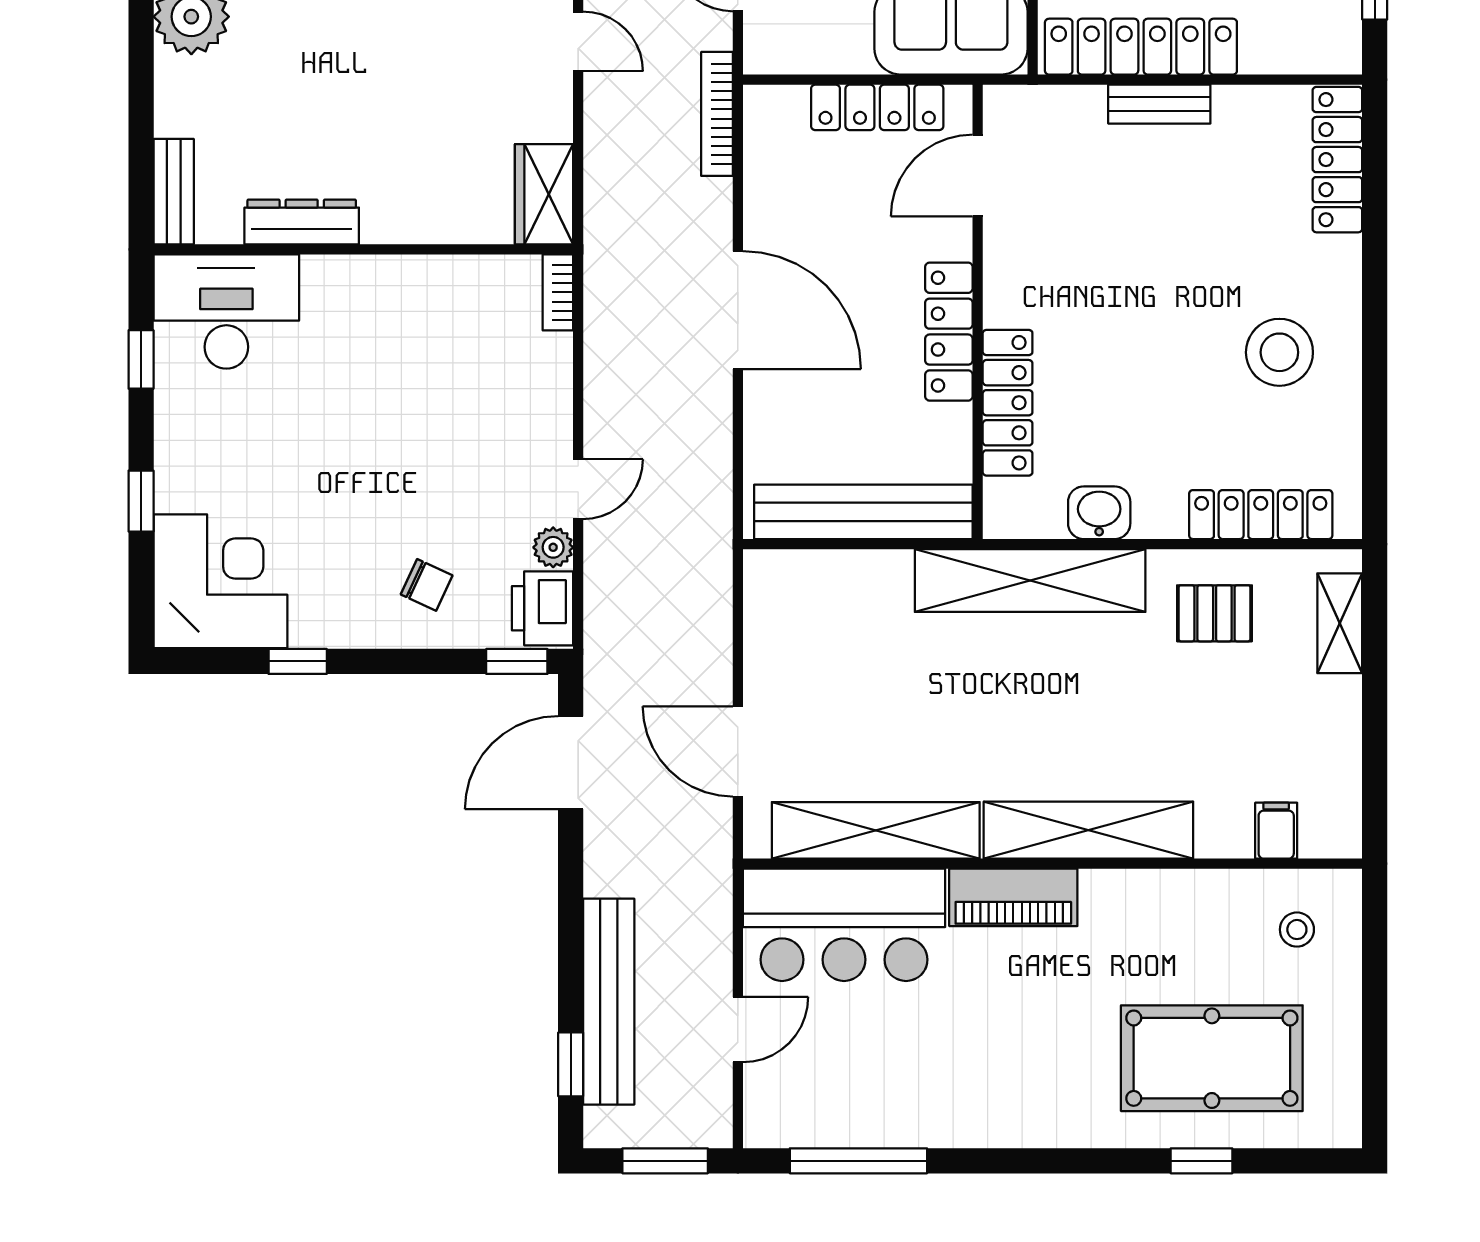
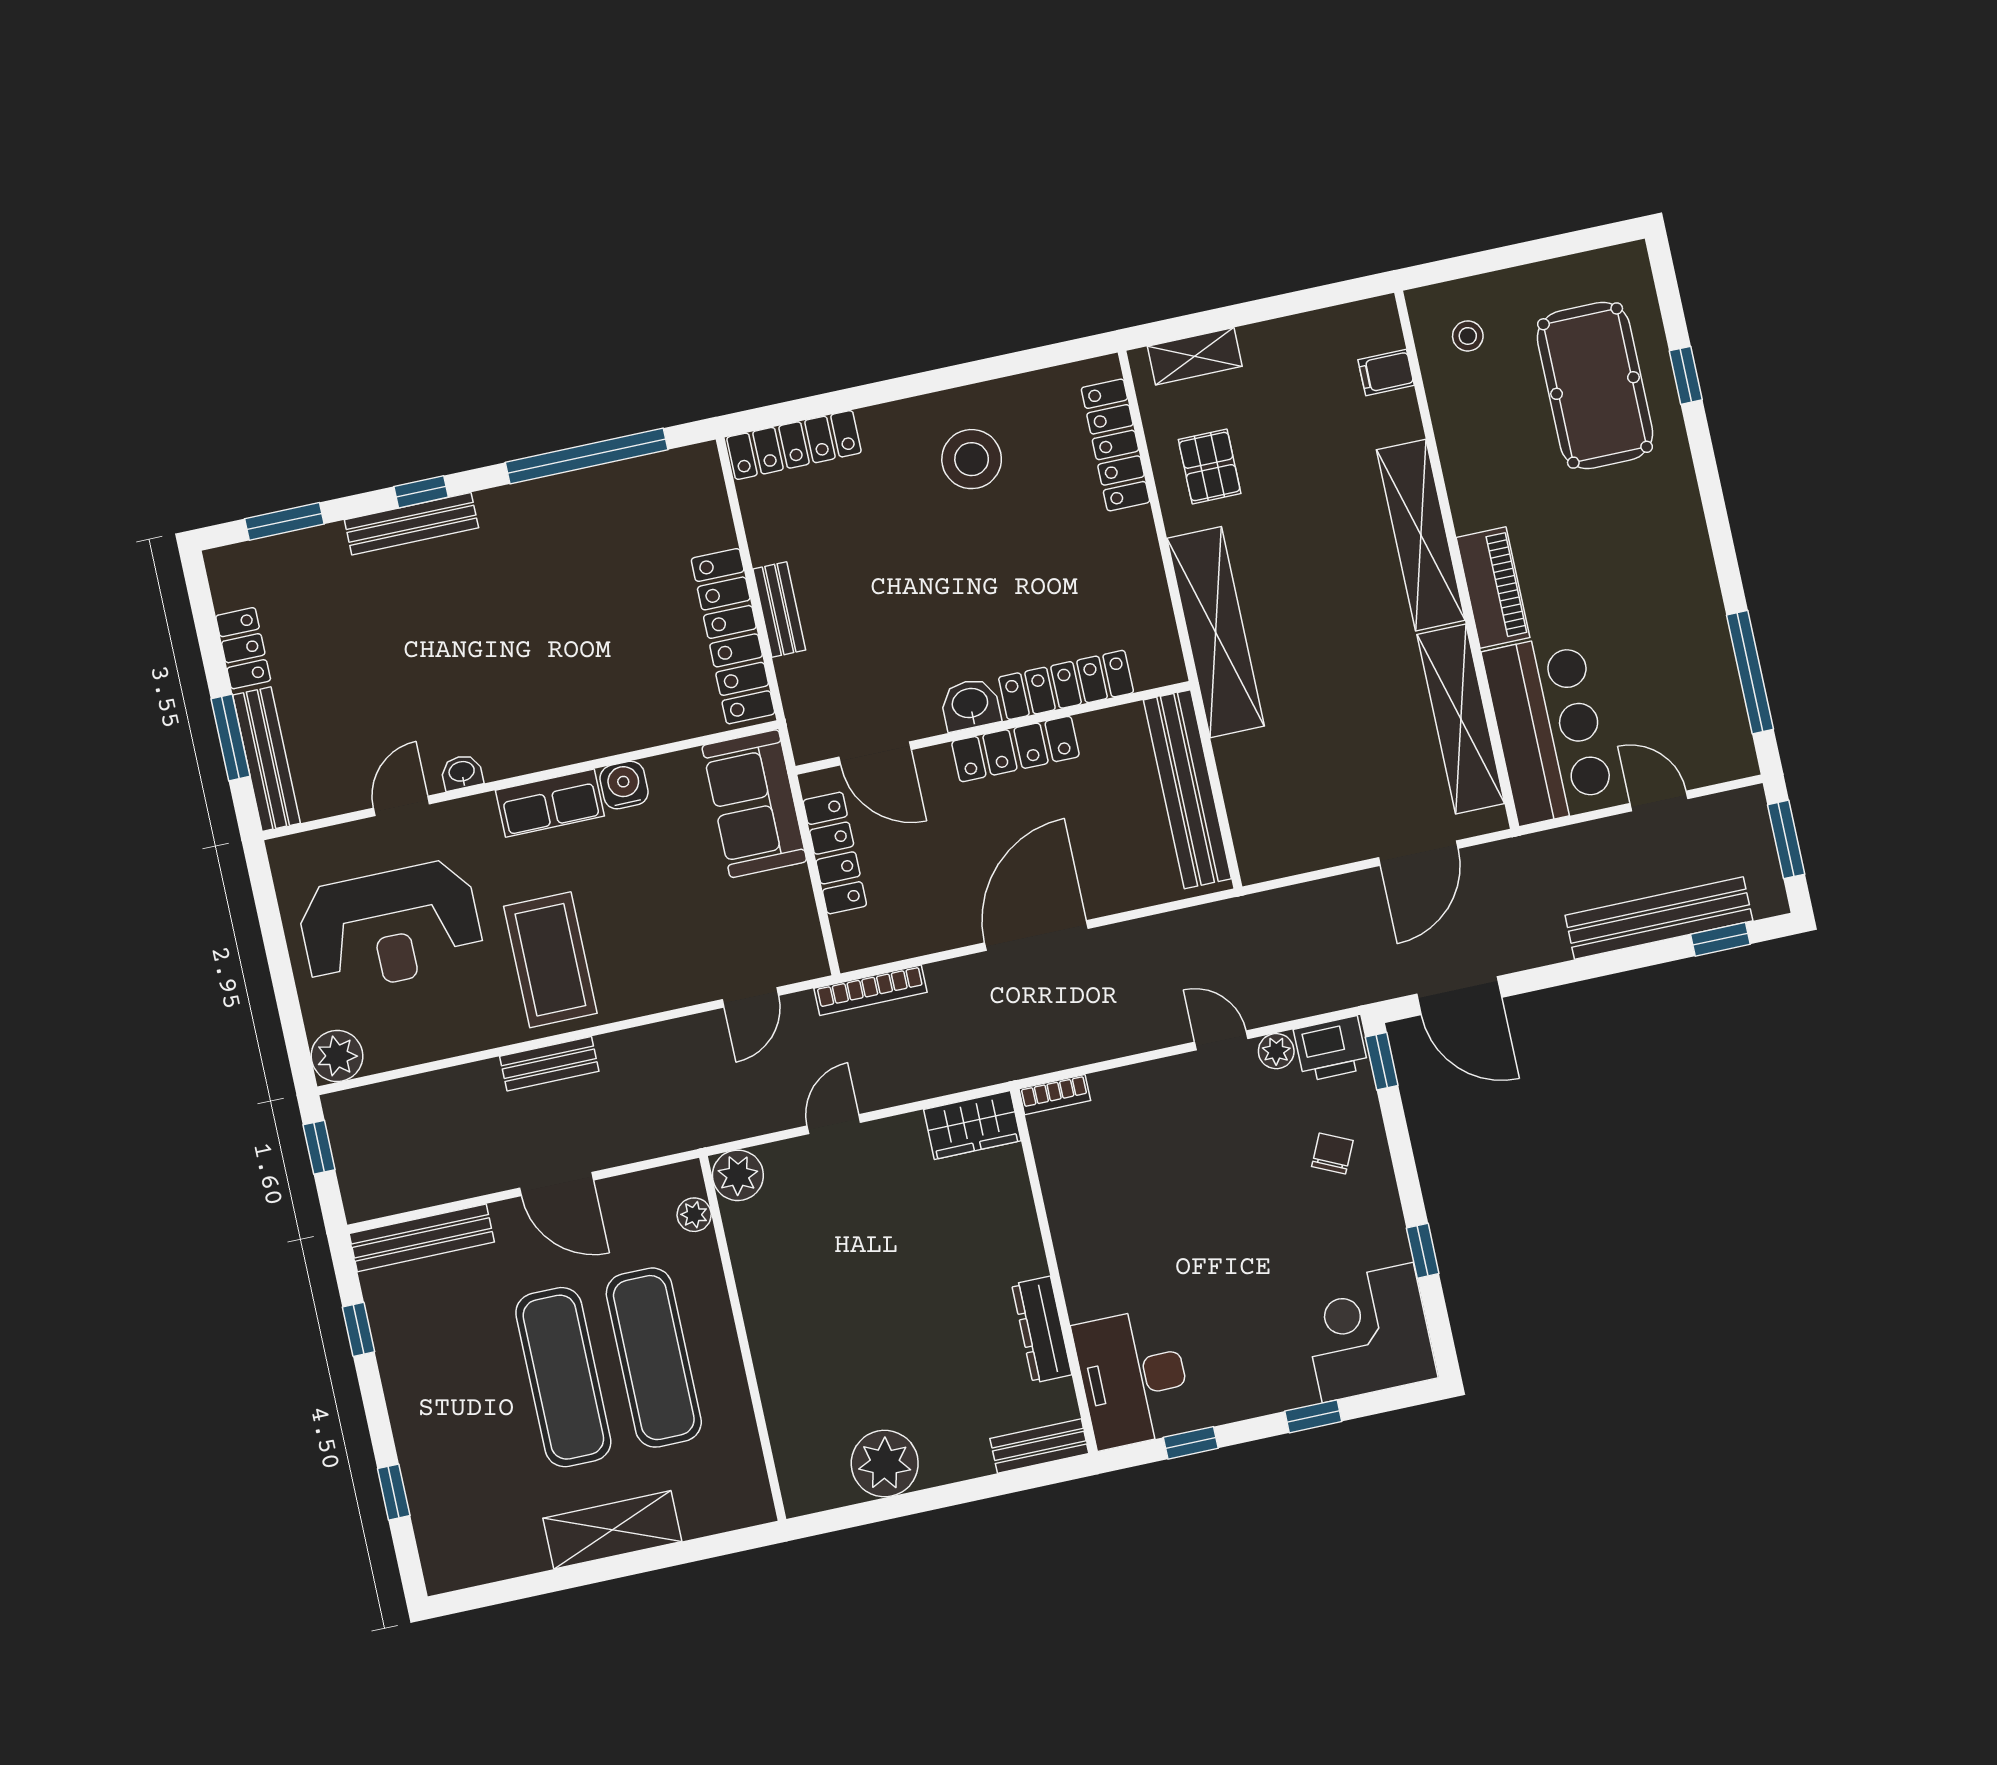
washbasin: (1099, 513) -> (970, 704), moved, turned 90

